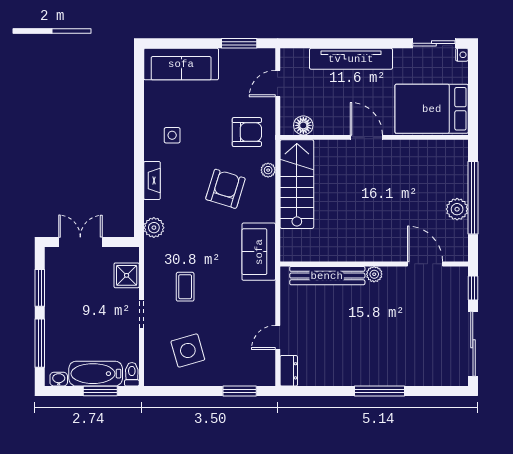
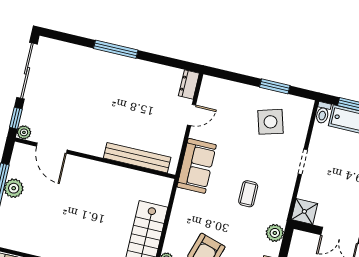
sofa: (259, 252) -> (197, 166), moved
plant: (374, 274) -> (24, 132), moved
shower: (127, 275) -> (304, 211), moved
coffee table: (185, 287) -> (248, 194), moved
window: (240, 391) -> (275, 86), moved

